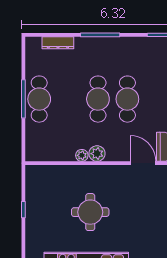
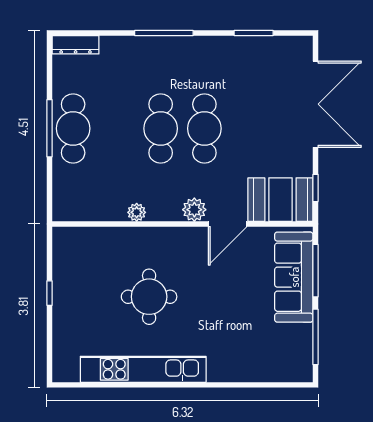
dresser: (58, 43) -> (76, 45), moved
plant: (97, 154) -> (194, 210), moved
door: (143, 163) -> (228, 224), swing flipped

